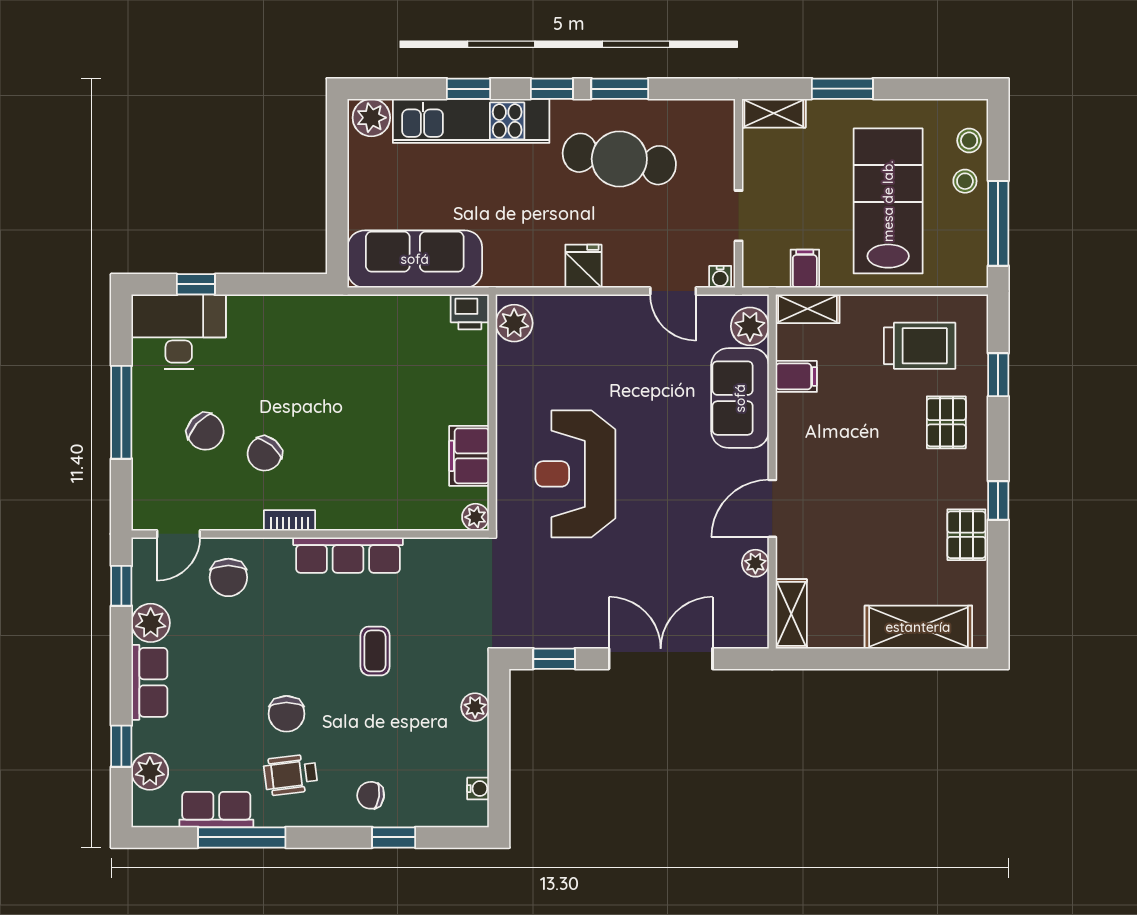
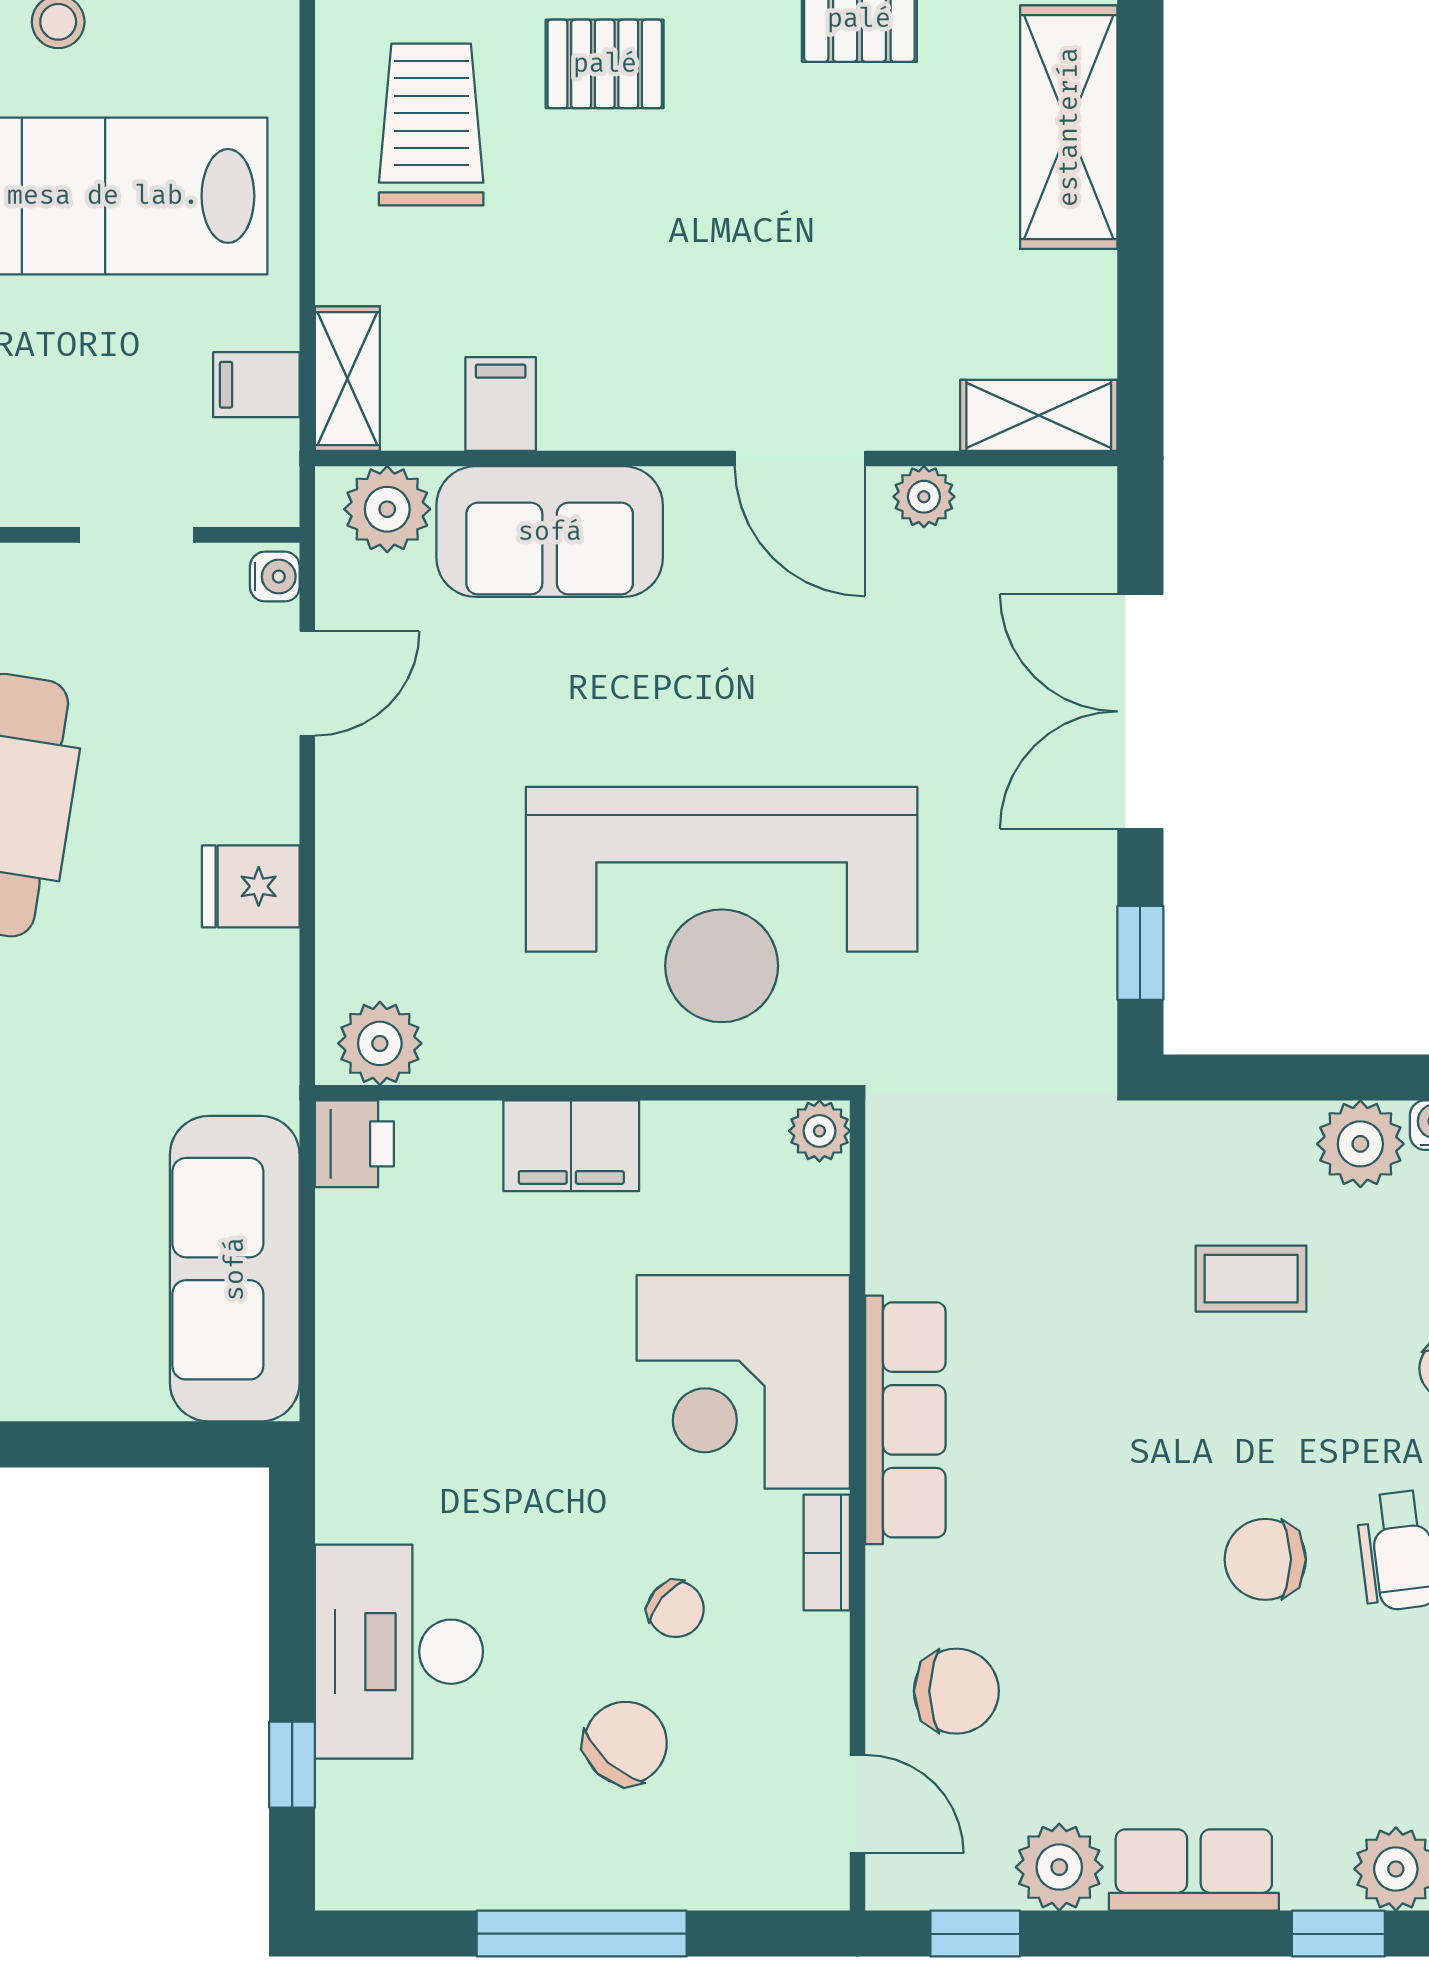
desk: (179, 332) -> (399, 1652), moved
chair: (265, 454) -> (676, 1609), width x0.73, depth x0.73
filing cabinet: (469, 456) -> (571, 1146), moved
reception desk: (575, 474) -> (722, 905), width x1.36, depth x1.30
corner desk: (365, 483) -> (743, 1382), added
coffee table: (375, 651) -> (1251, 1279), moved
plant: (475, 707) -> (1360, 1144), moved, width x1.38, depth x1.38
chair: (286, 714) -> (1265, 1559), turned 180

